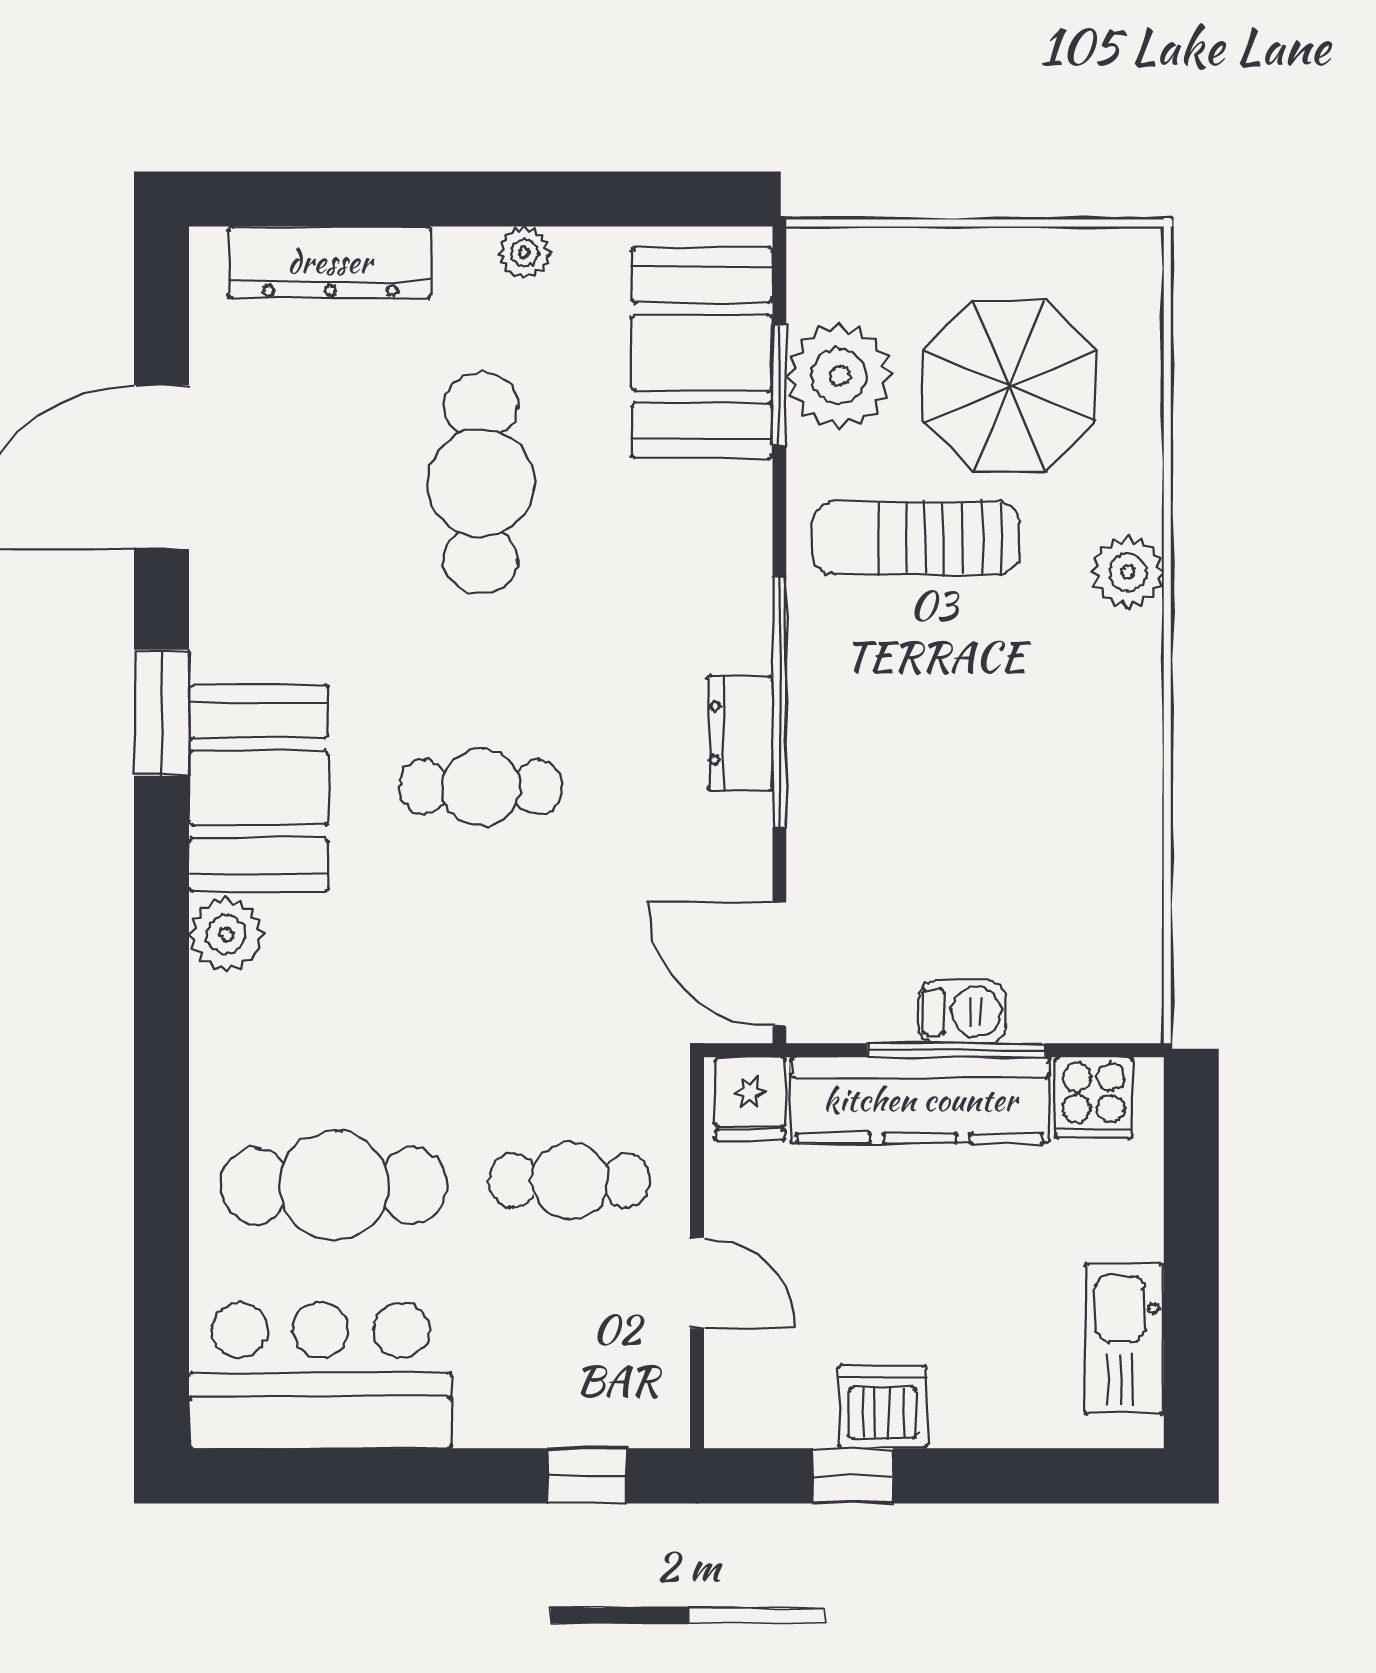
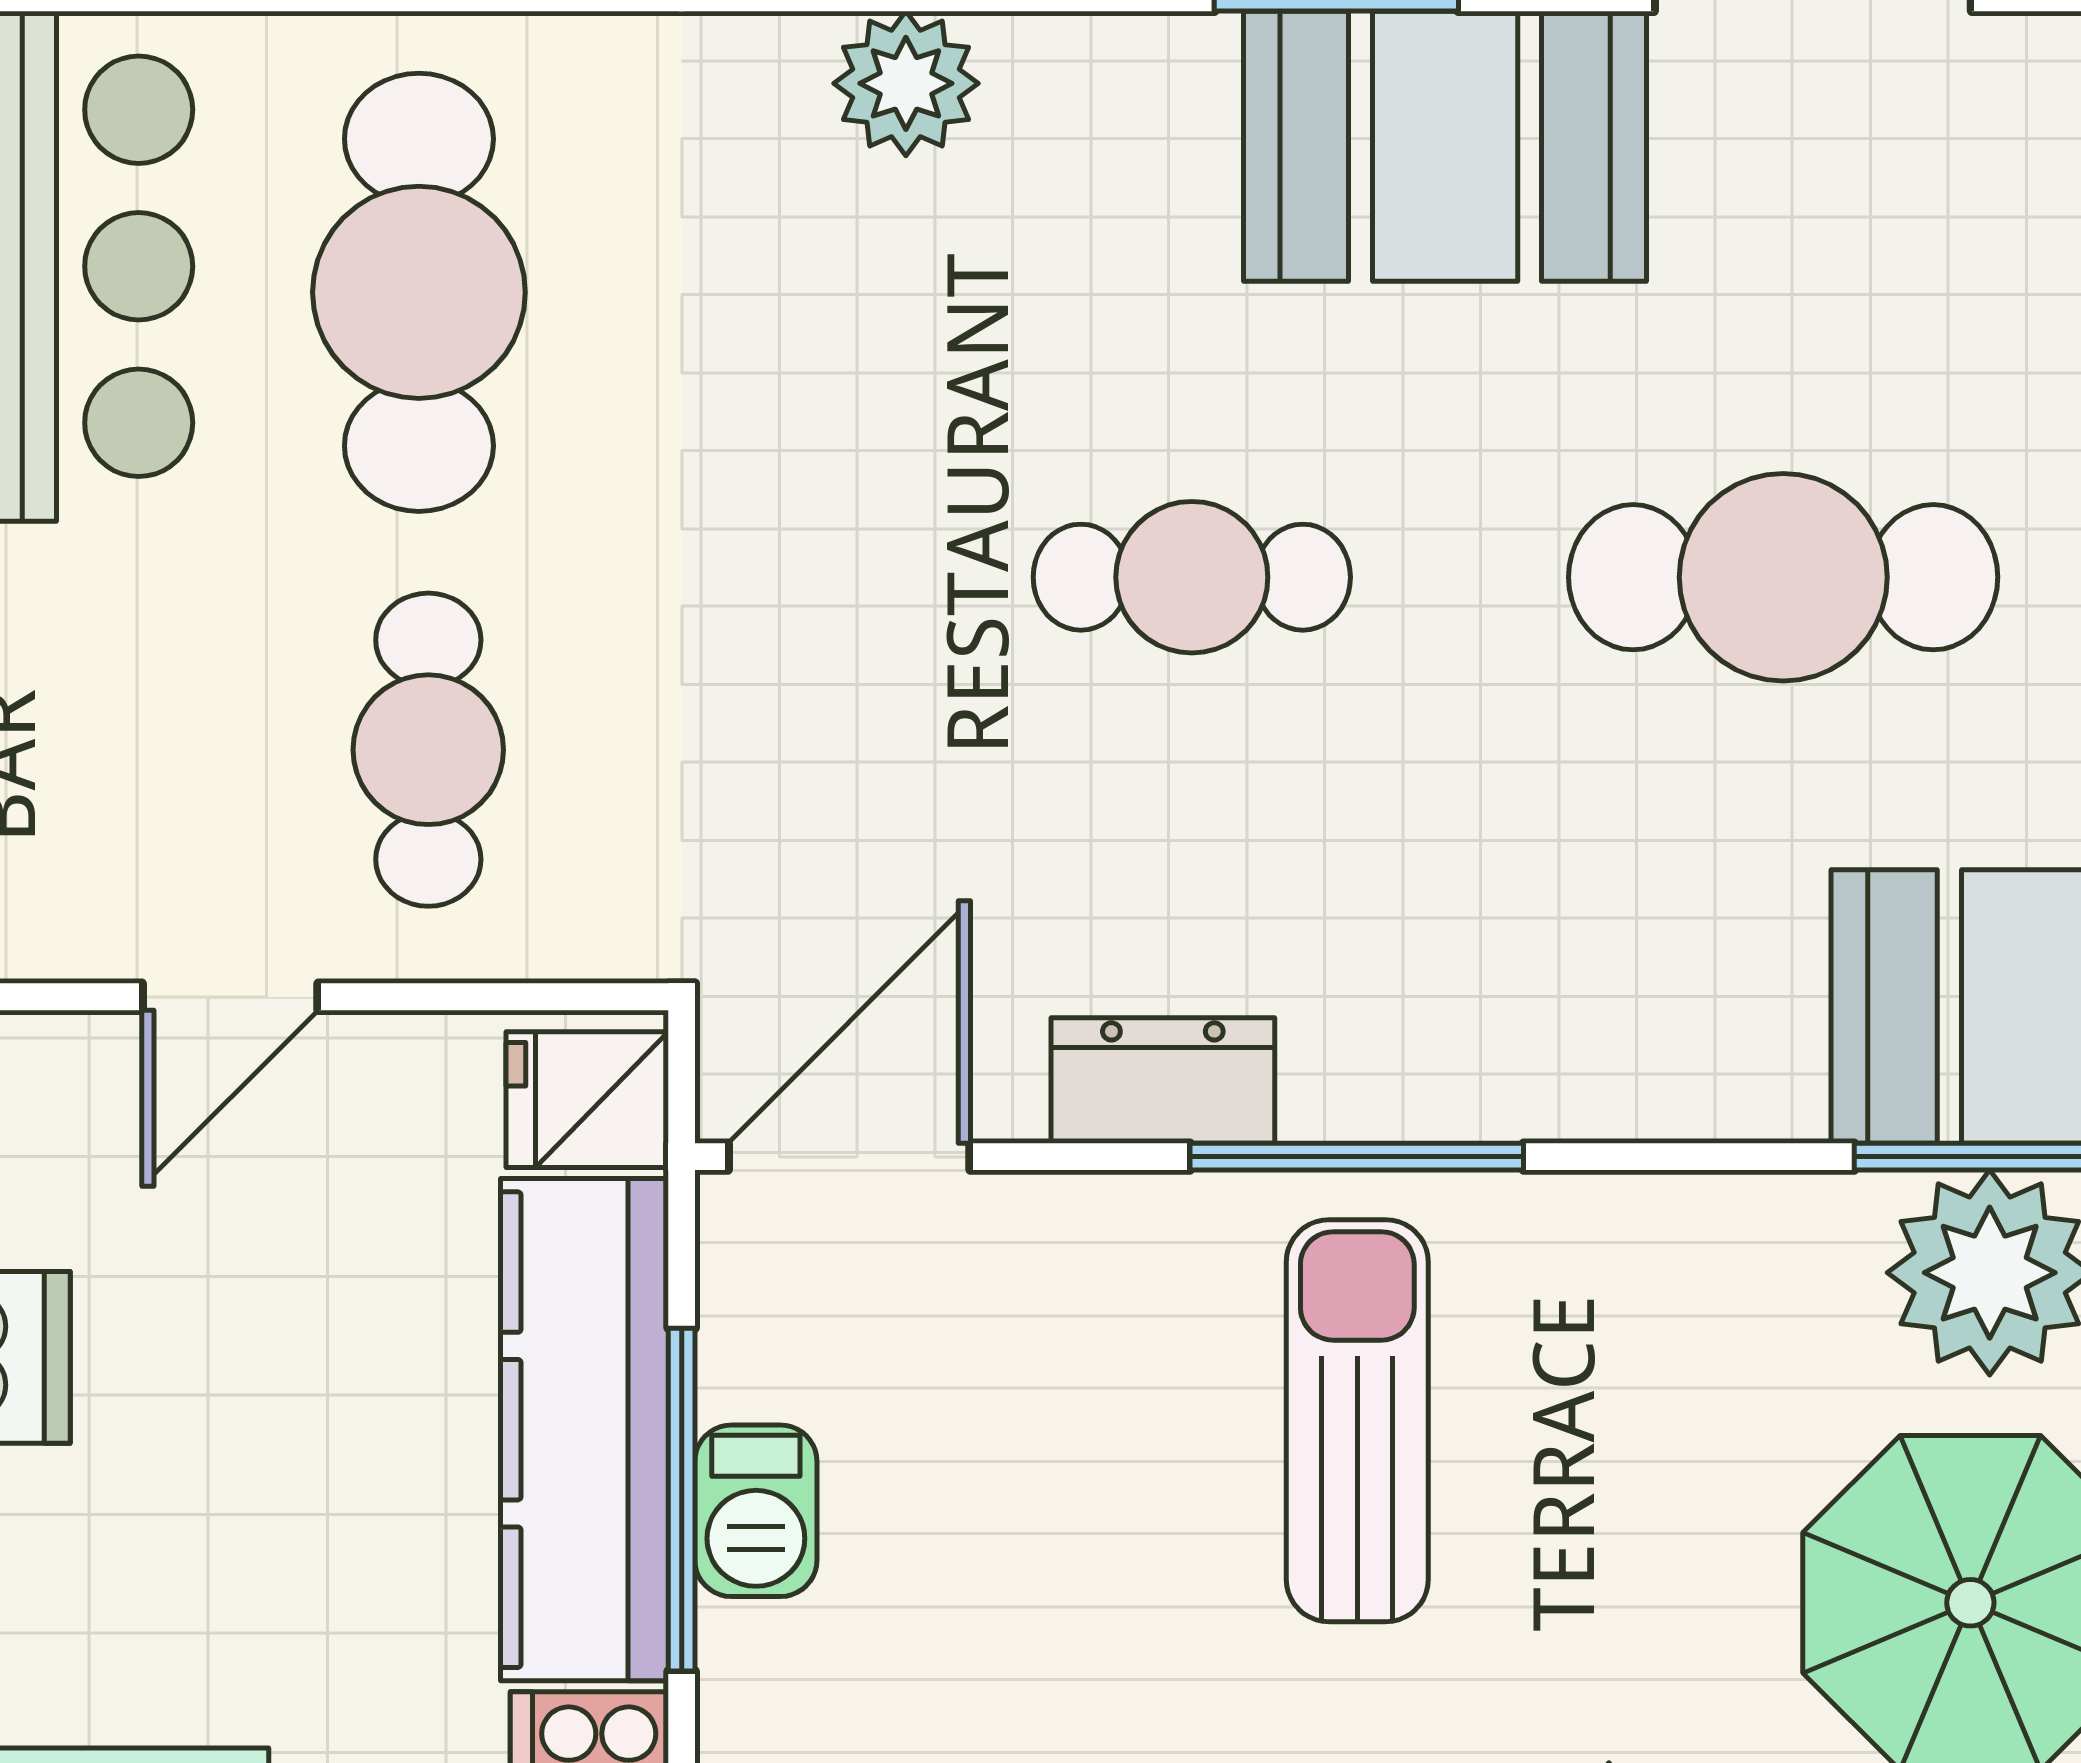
sun lounger: (916, 538) -> (1357, 1421), moved
window: (779, 702) -> (1357, 1157), width x0.68
dresser: (740, 733) -> (1163, 1080), moved
cafe table: (481, 787) -> (1192, 577), turned 90
booth: (259, 788) -> (1445, 146), moved

